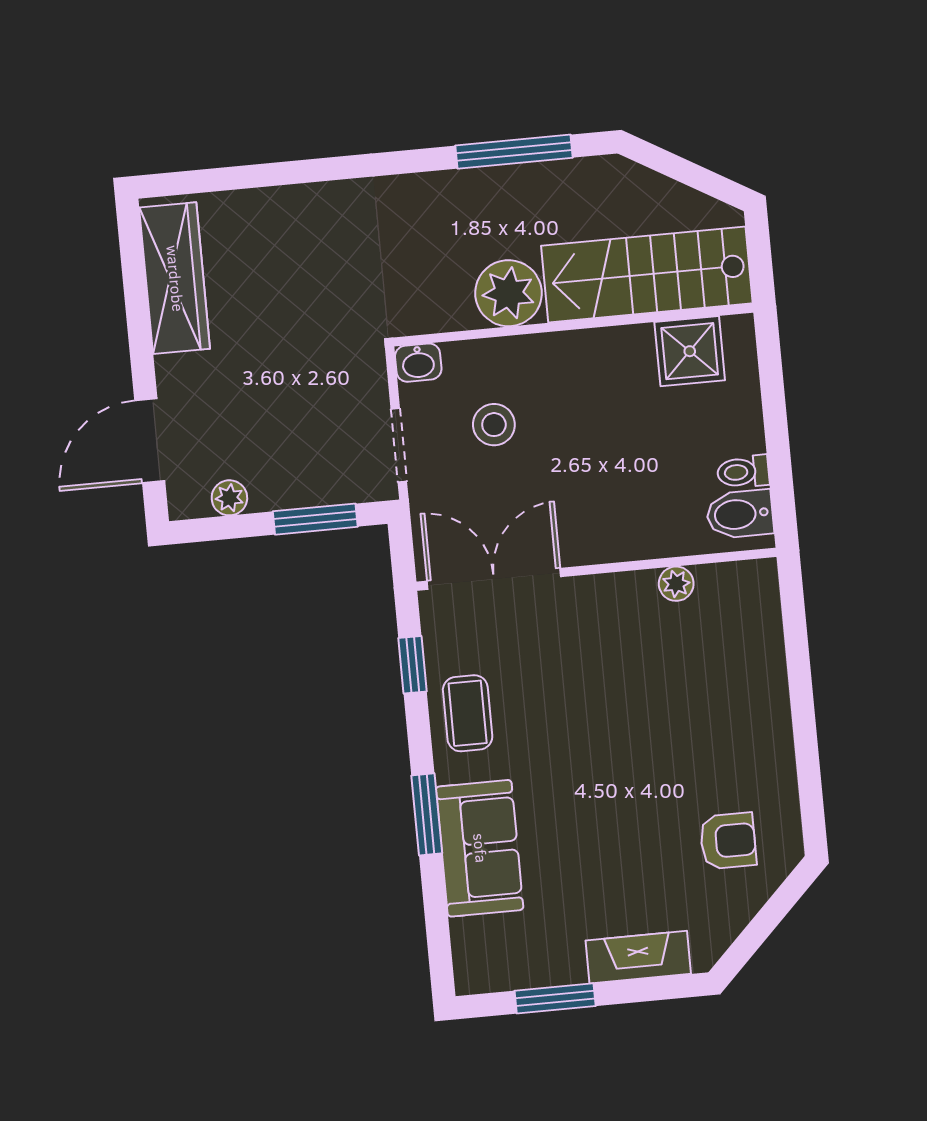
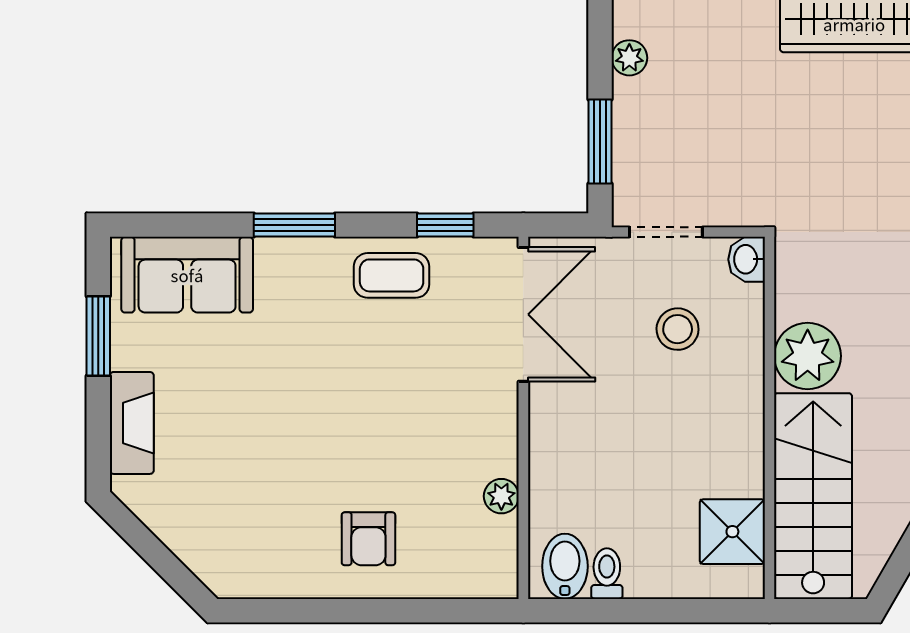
armchair: (728, 841) -> (368, 539), moved
sofa: (480, 848) -> (187, 275), moved

